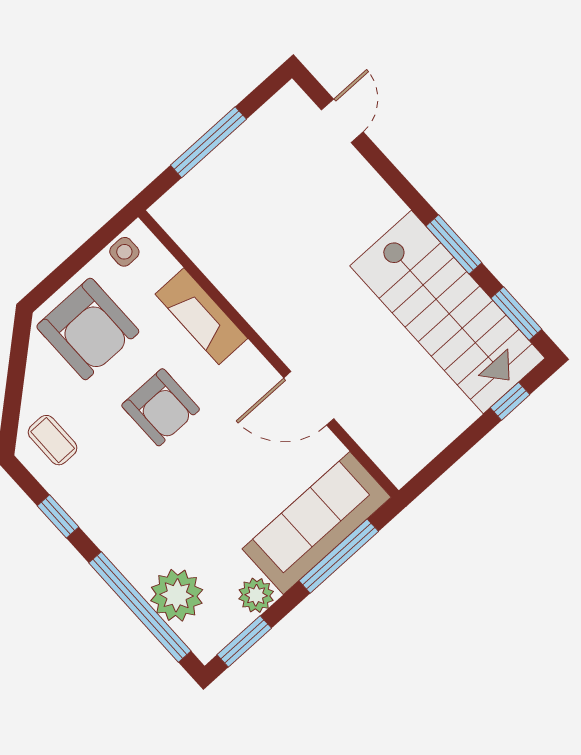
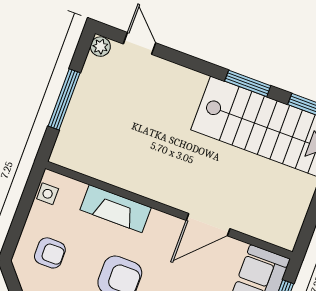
plant: (290, 99) -> (100, 47), added
armchair: (88, 329) -> (50, 253), width x0.53, depth x0.53

